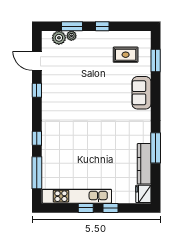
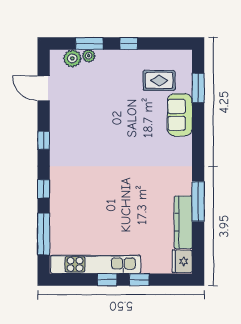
window: (37, 90) -> (44, 140), moved
sofa: (142, 93) -> (180, 115), moved

